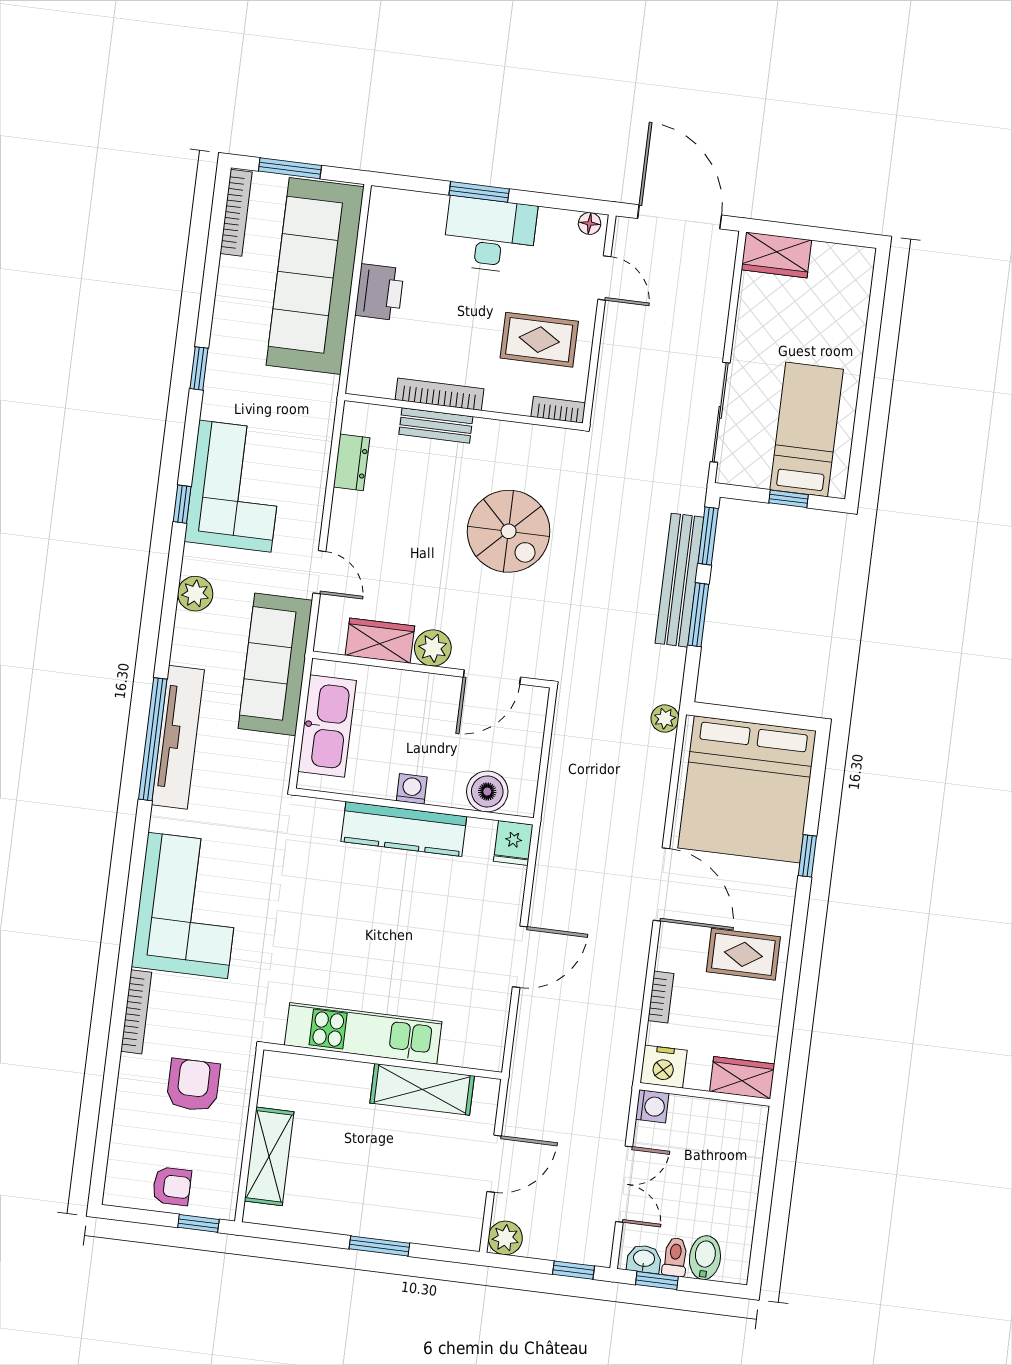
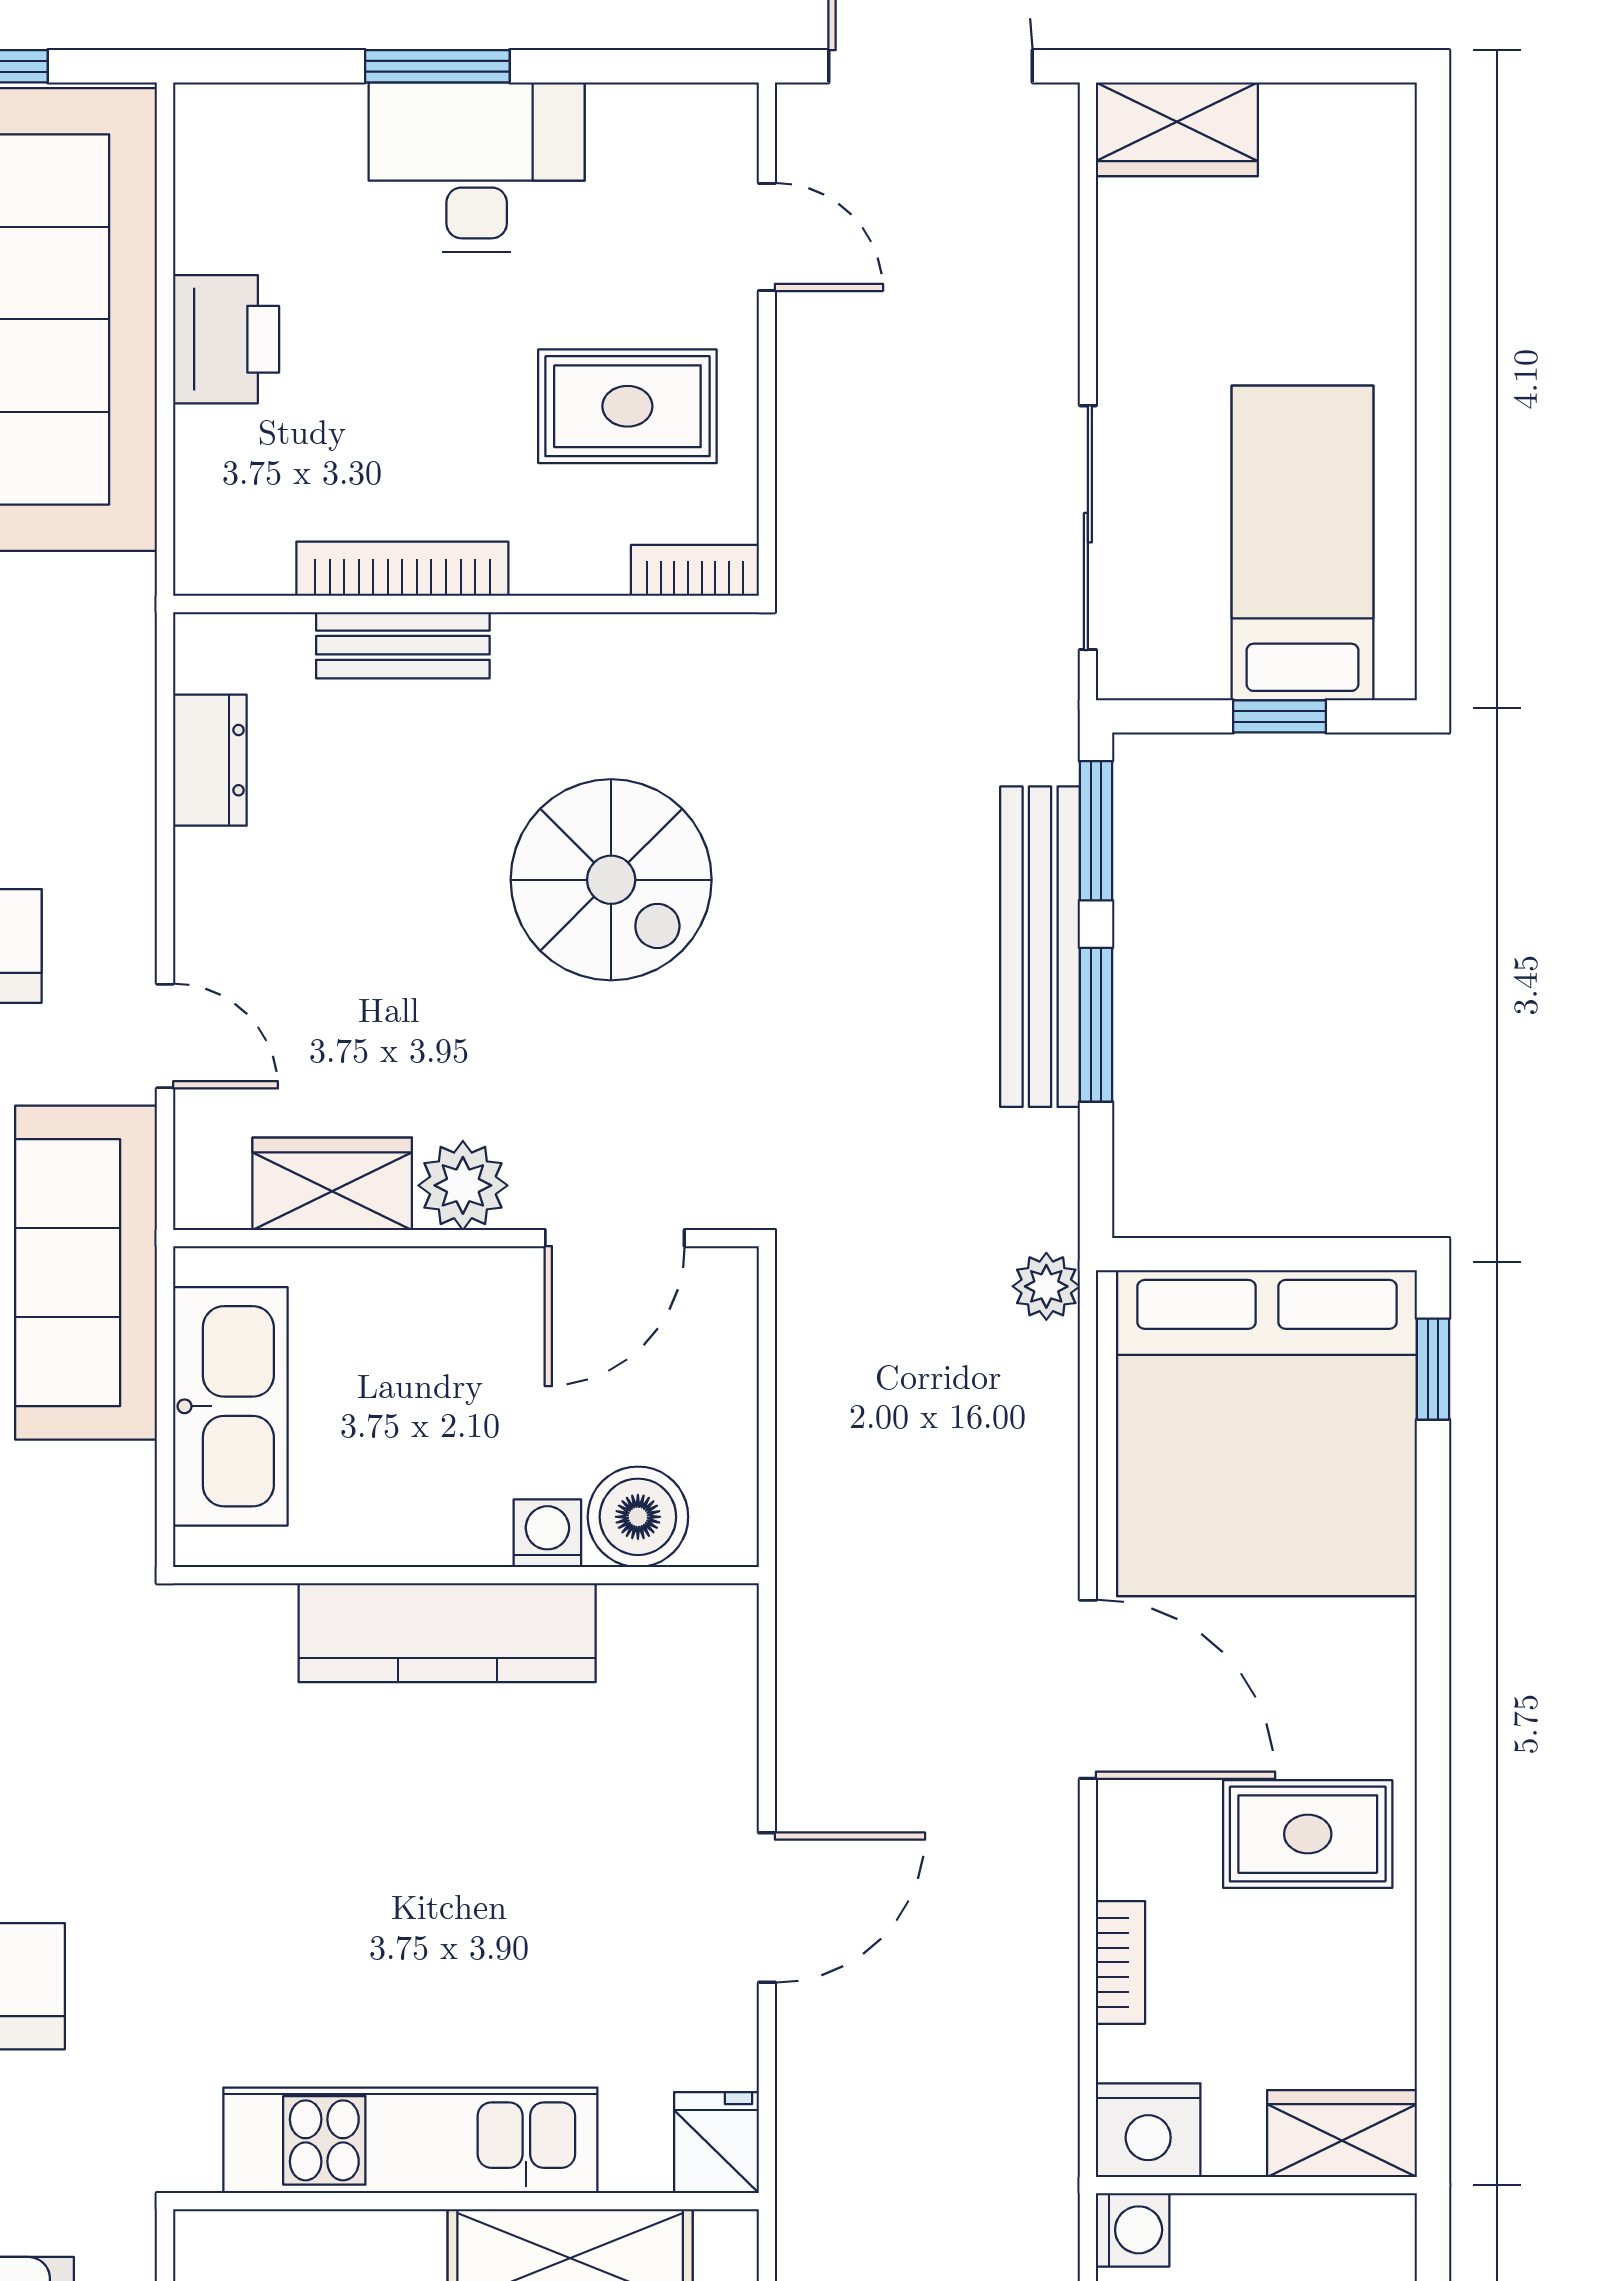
floor lamp: (590, 223) -> (714, 109), removed
washing machine: (412, 789) -> (547, 1533), moved
fridge: (513, 843) -> (717, 2143), moved, turned 180
window: (807, 856) -> (1433, 1369), moved

